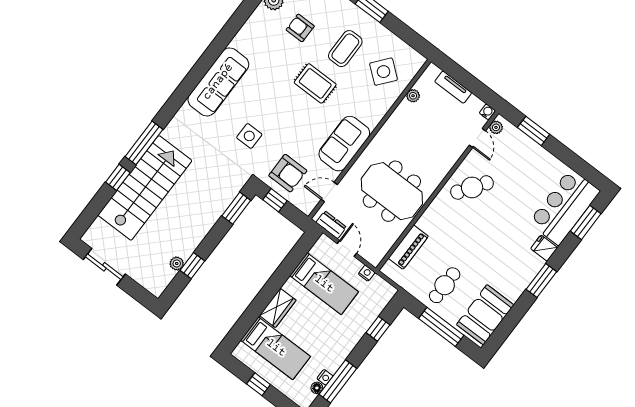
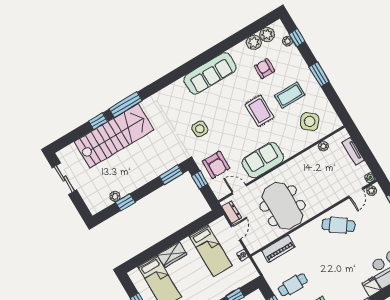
sofa: (218, 82) -> (210, 73), moved

